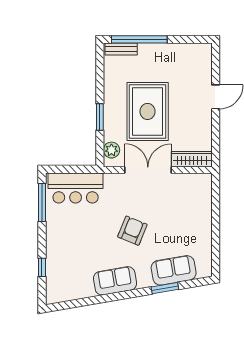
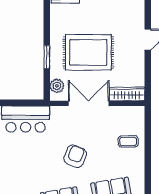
rug: (148, 111) -> (88, 52), turned 90
coffee table: (193, 214) -> (128, 141), added

